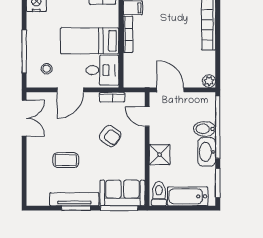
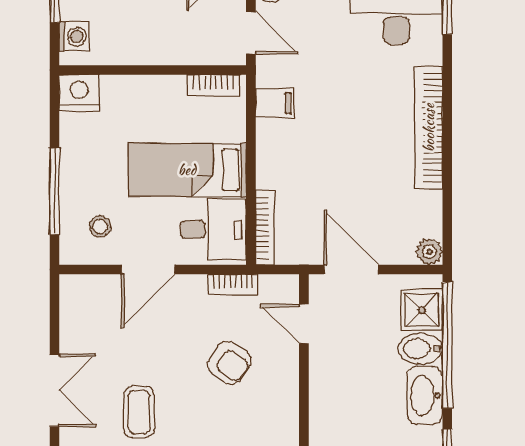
bookcase: (128, 34) -> (265, 228), moved
double door: (24, 118) -> (54, 390), moved
shower: (160, 155) -> (422, 310), moved
coffee table: (66, 160) -> (139, 412), turned 90

